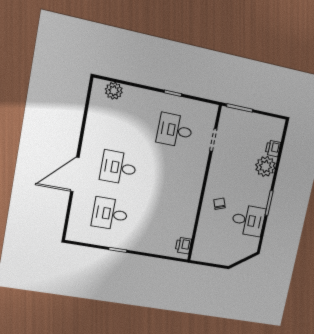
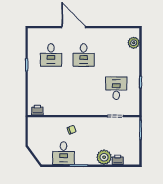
desk: (118, 168) -> (84, 55), turned 180
desk: (110, 214) -> (51, 55), turned 180

